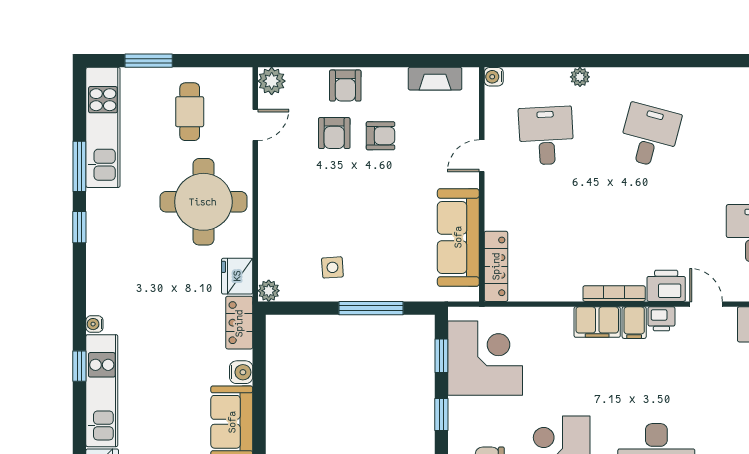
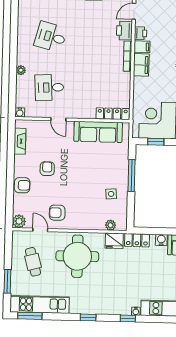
cafe table: (190, 112) -> (33, 262), turned 75
armchair: (334, 133) -> (57, 213), moved, turned 180
window: (79, 166) -> (30, 316), moved
plant: (269, 291) -> (111, 225), moved
window: (79, 366) -> (128, 318), moved

